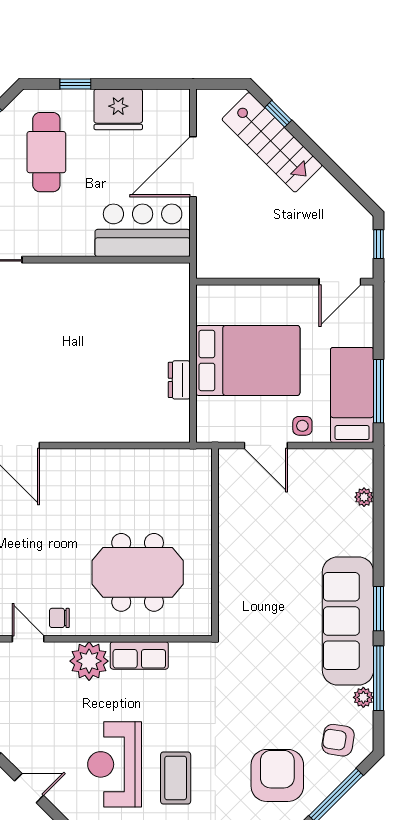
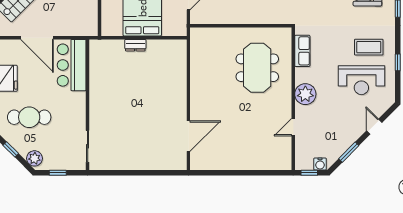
dresser: (179, 380) -> (135, 45), moved
chair: (59, 618) -> (282, 110), removed
row of seats: (139, 655) -> (302, 51), moved

